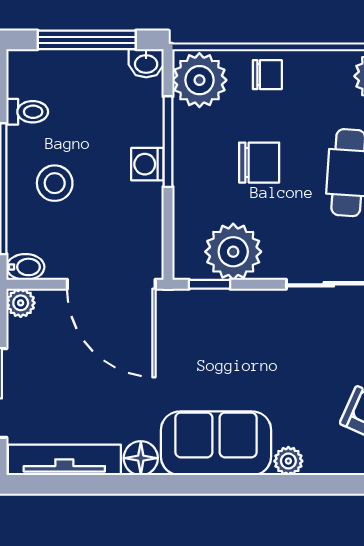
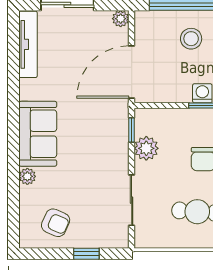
plant: (233, 252) -> (146, 148), width x0.73, depth x0.73
bidet: (25, 267) -> (142, 21), removed
floor lamp: (141, 458) -> (29, 89), removed

